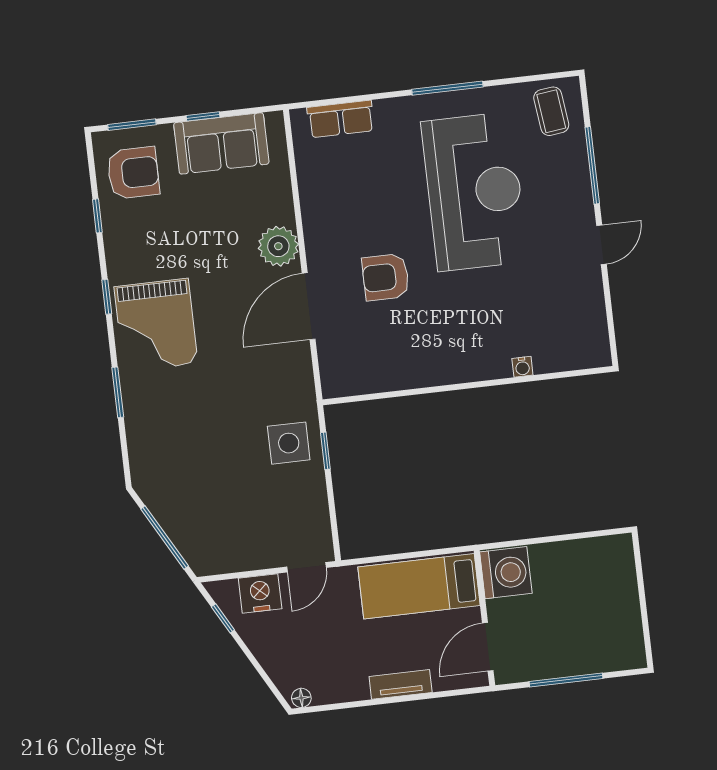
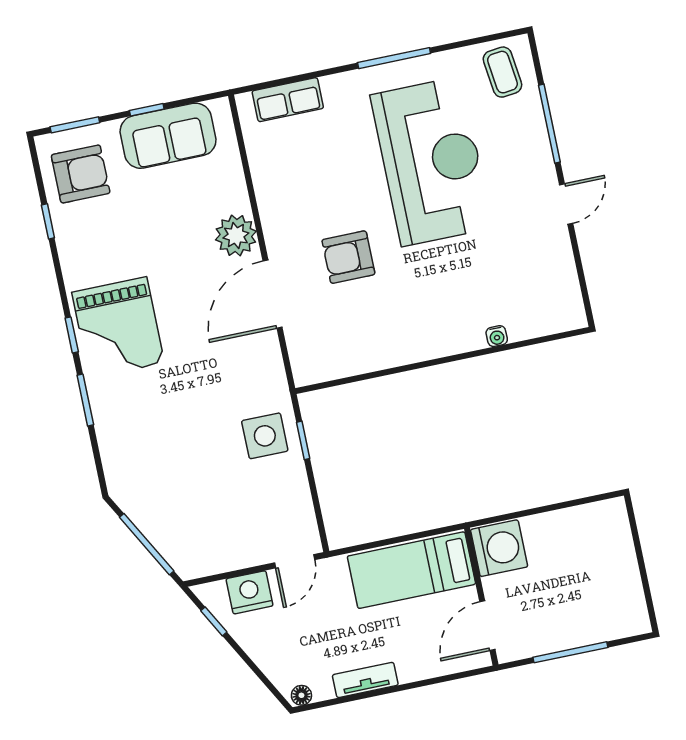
window: (107, 297) -> (72, 335), moved
tv unit: (401, 684) -> (365, 680), moved

